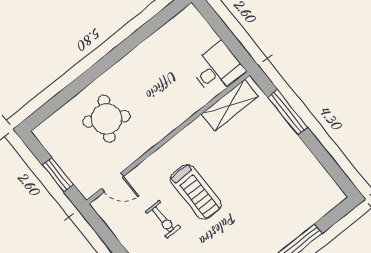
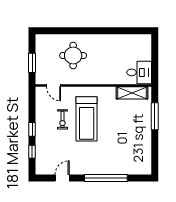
round table: (107, 119) -> (73, 55), turned -30
treadmill: (196, 192) -> (87, 119), width x1.37, depth x1.38

